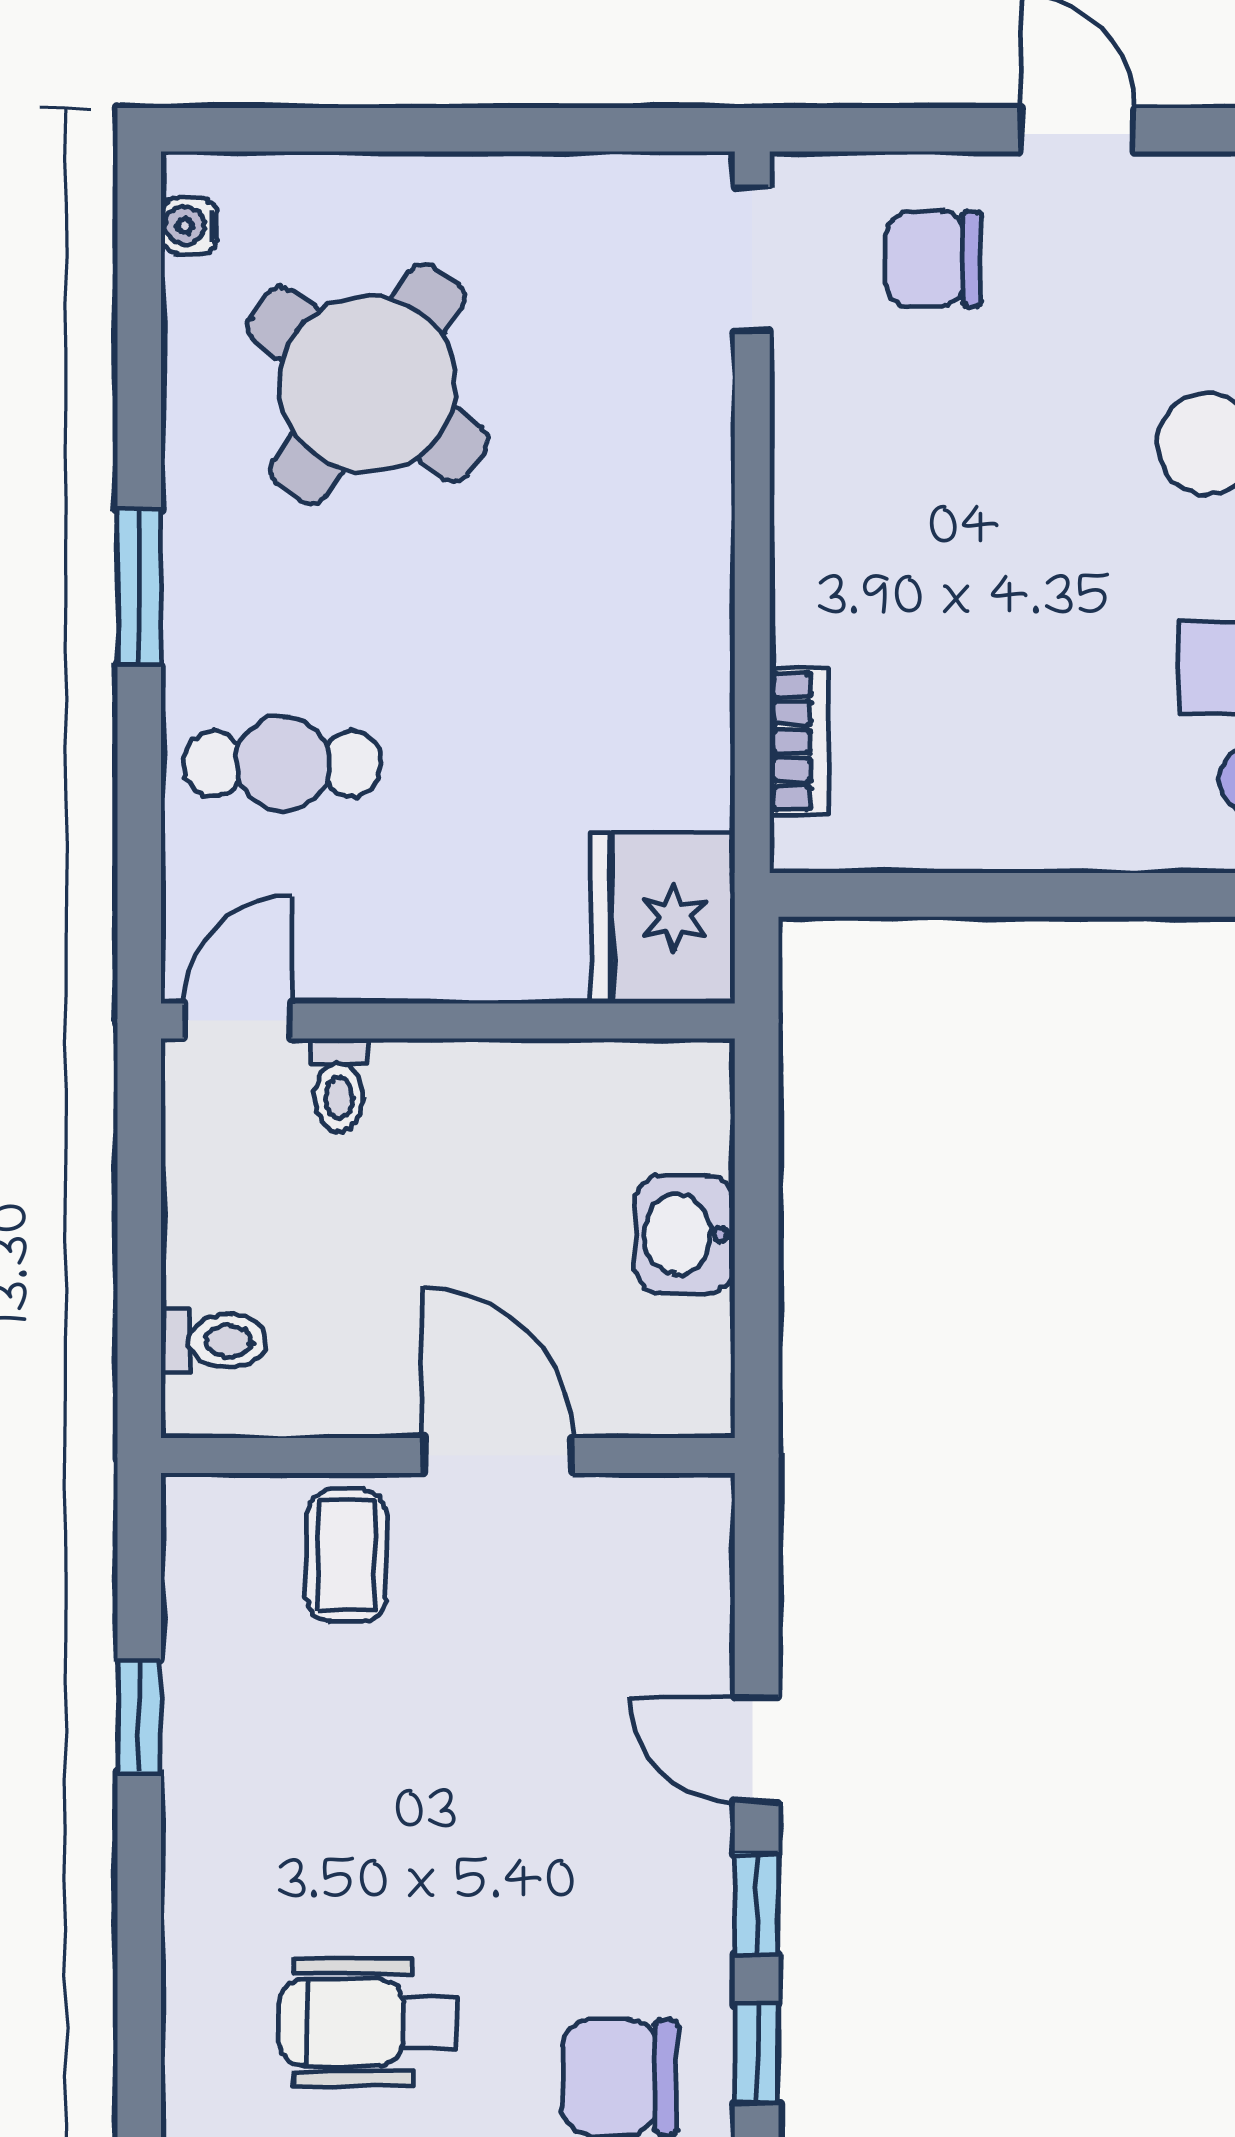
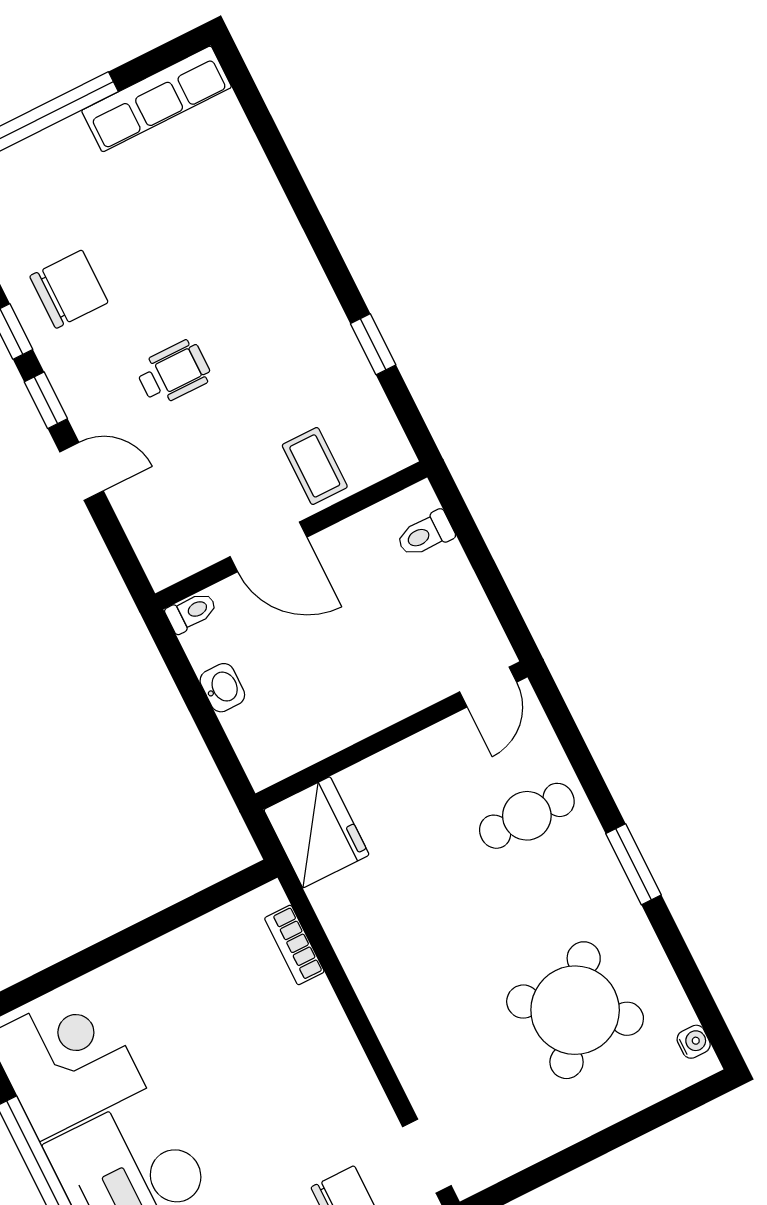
toilet: (339, 1085) -> (191, 612), moved, turned 90
washbasin: (684, 1235) -> (222, 688), width x0.72, depth x0.69
wheelchair: (368, 2022) -> (174, 373), moved, width x0.73, depth x0.73

